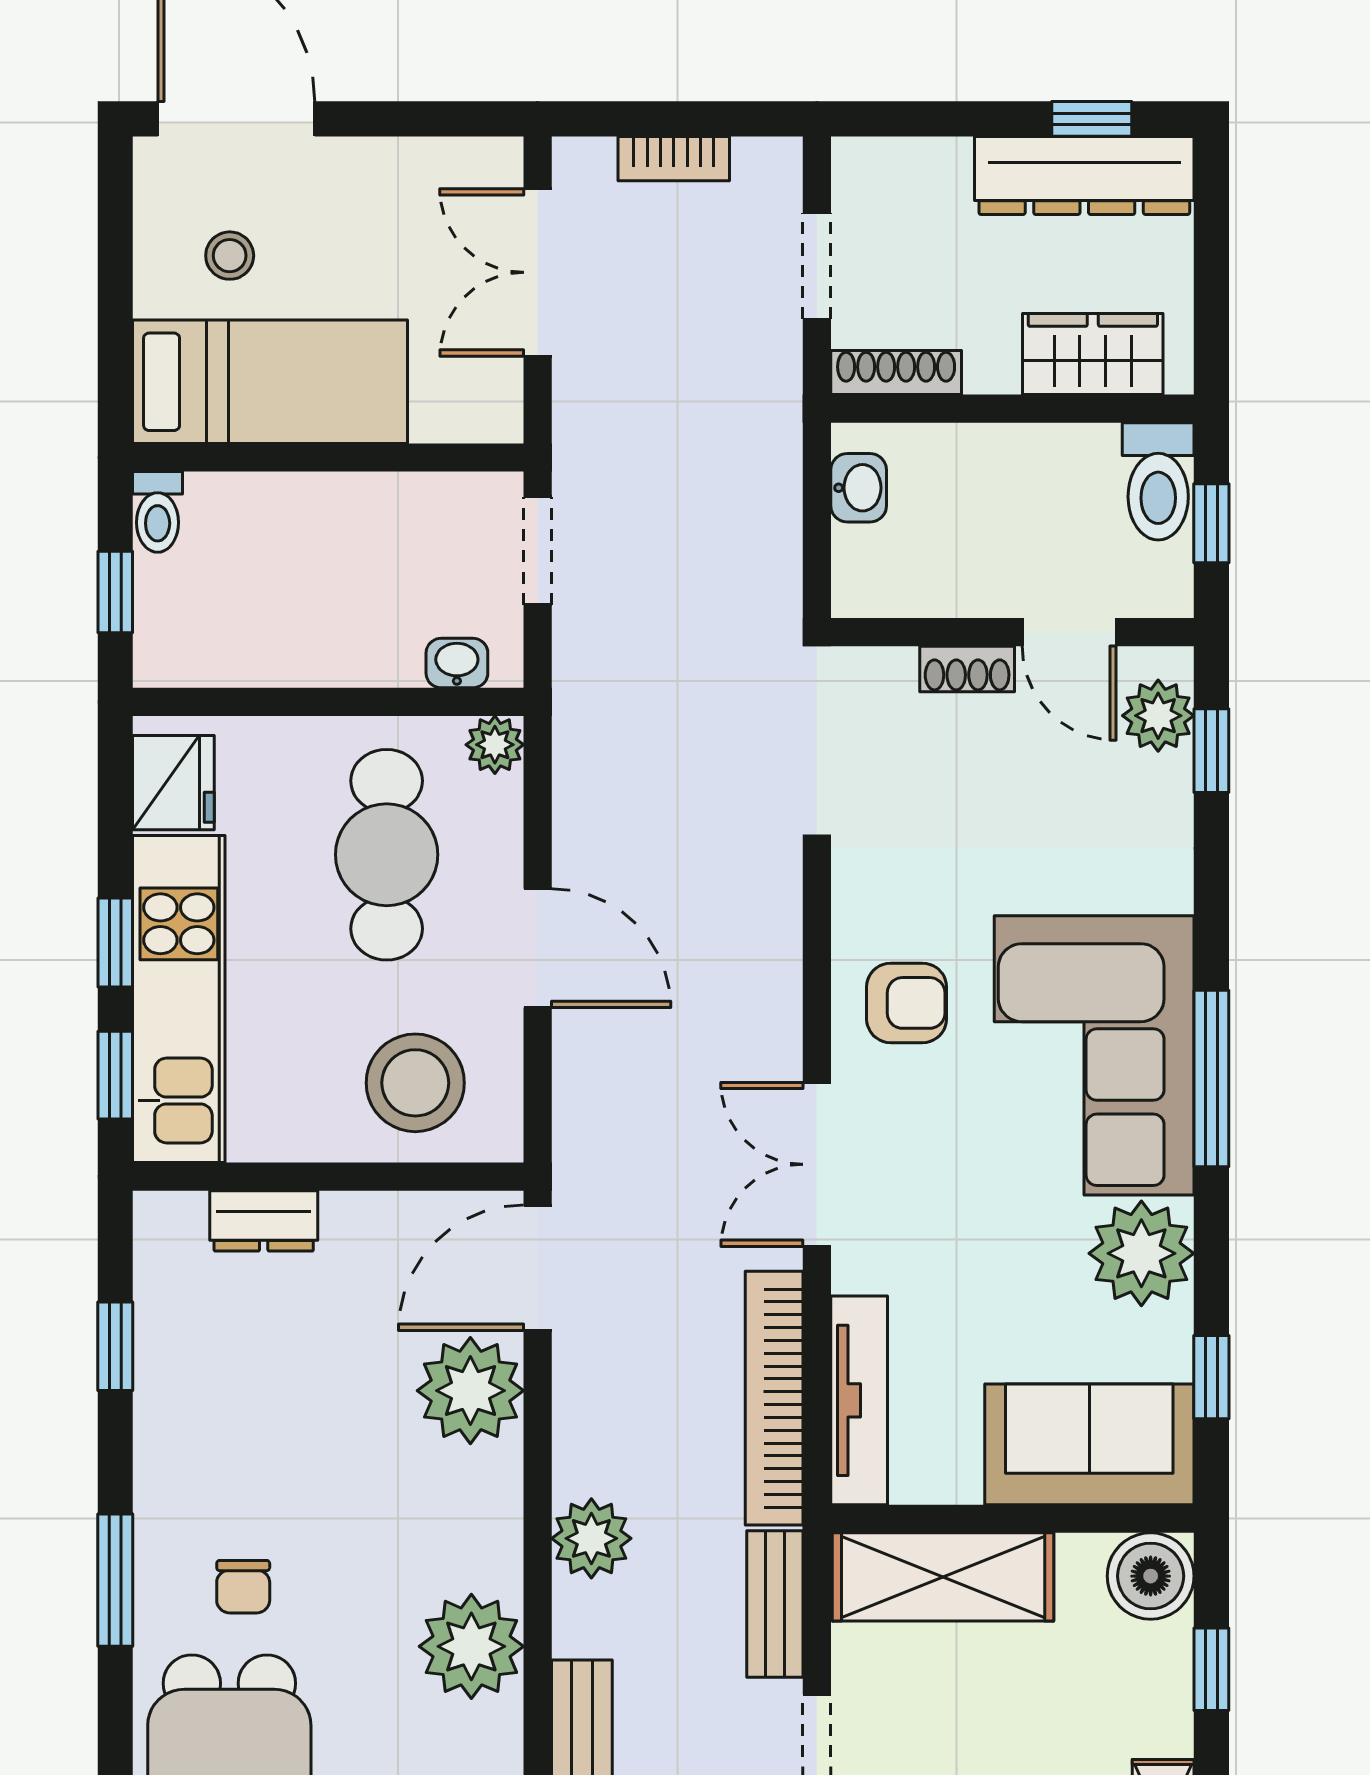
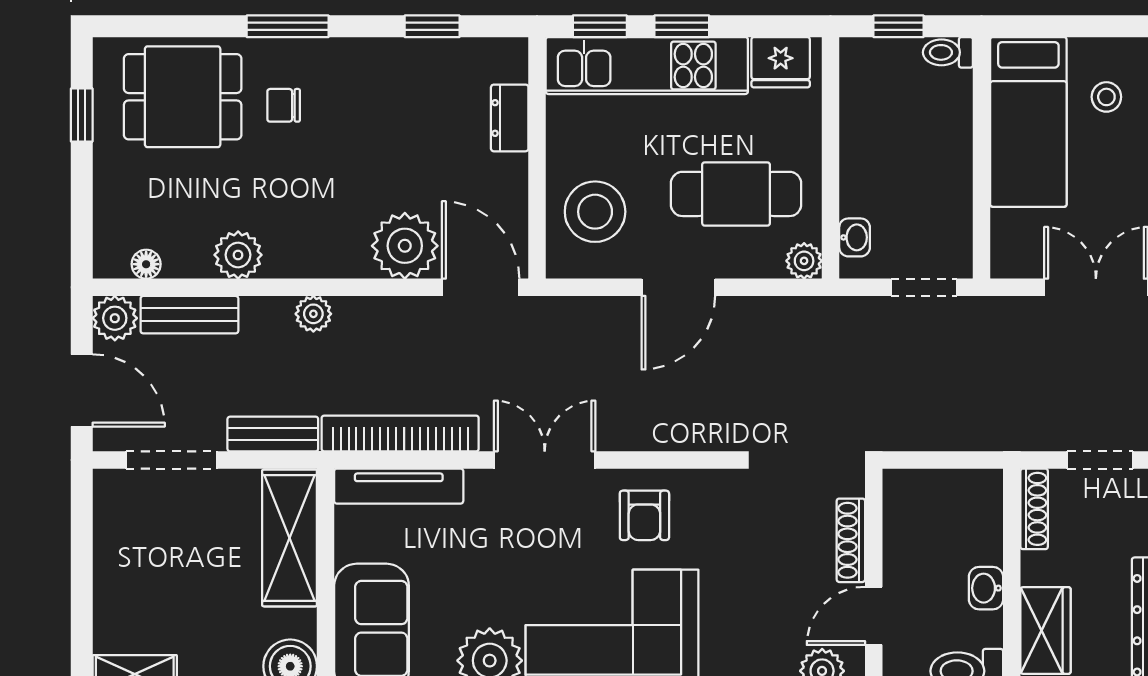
washbasin: (859, 488) -> (986, 588), moved, turned 90
shoe rack: (967, 669) -> (851, 540), width x1.43
plant: (591, 1538) -> (313, 314), width x0.73, depth x0.73
plant: (471, 1646) -> (238, 255), width x0.73, depth x0.73

